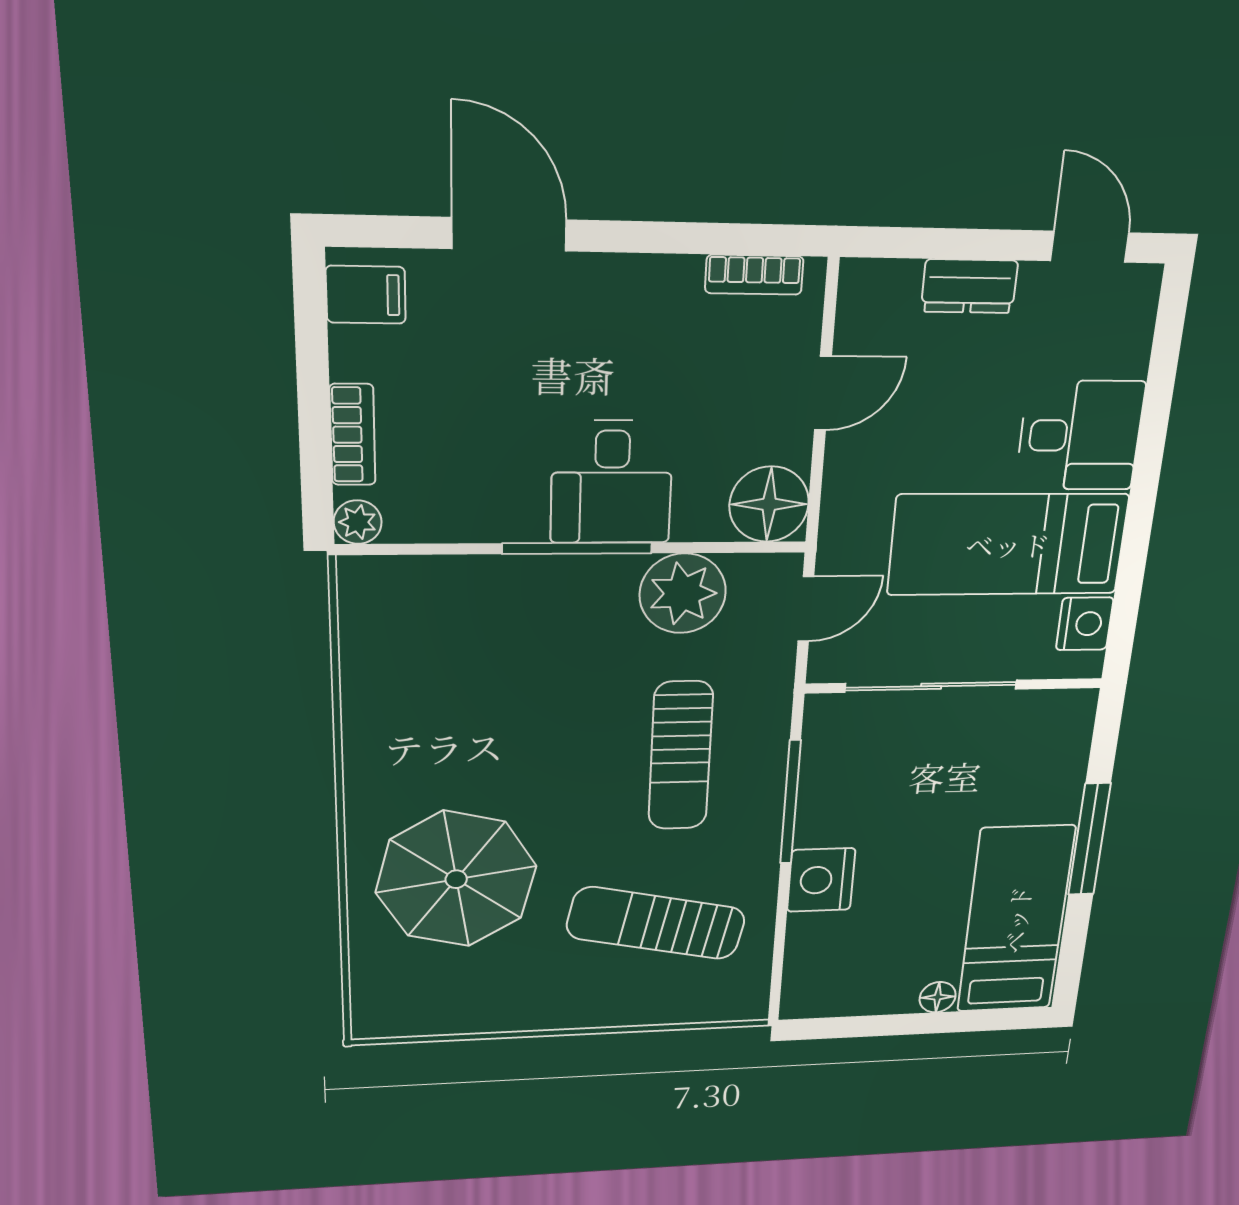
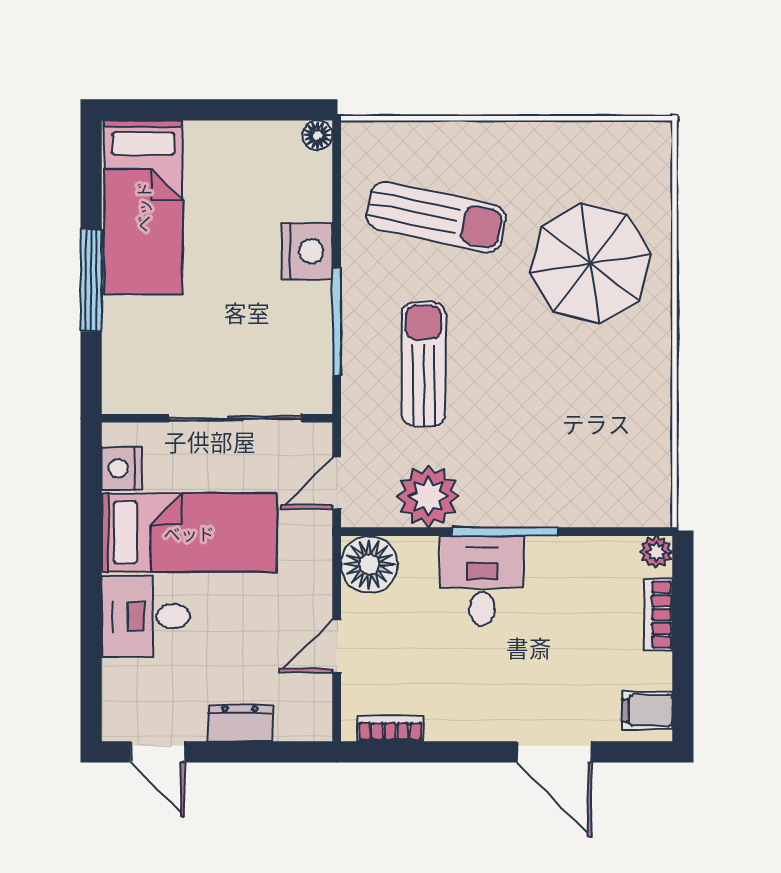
floor lamp: (938, 997) -> (317, 135), moved

